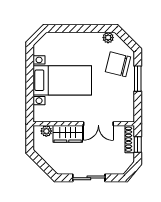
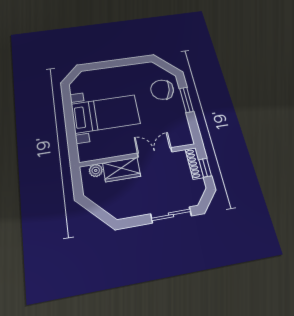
plant: (108, 38) -> (146, 67), removed
double door: (98, 124) -> (155, 152), swing flipped
sliding door: (89, 178) -> (171, 215), moved

